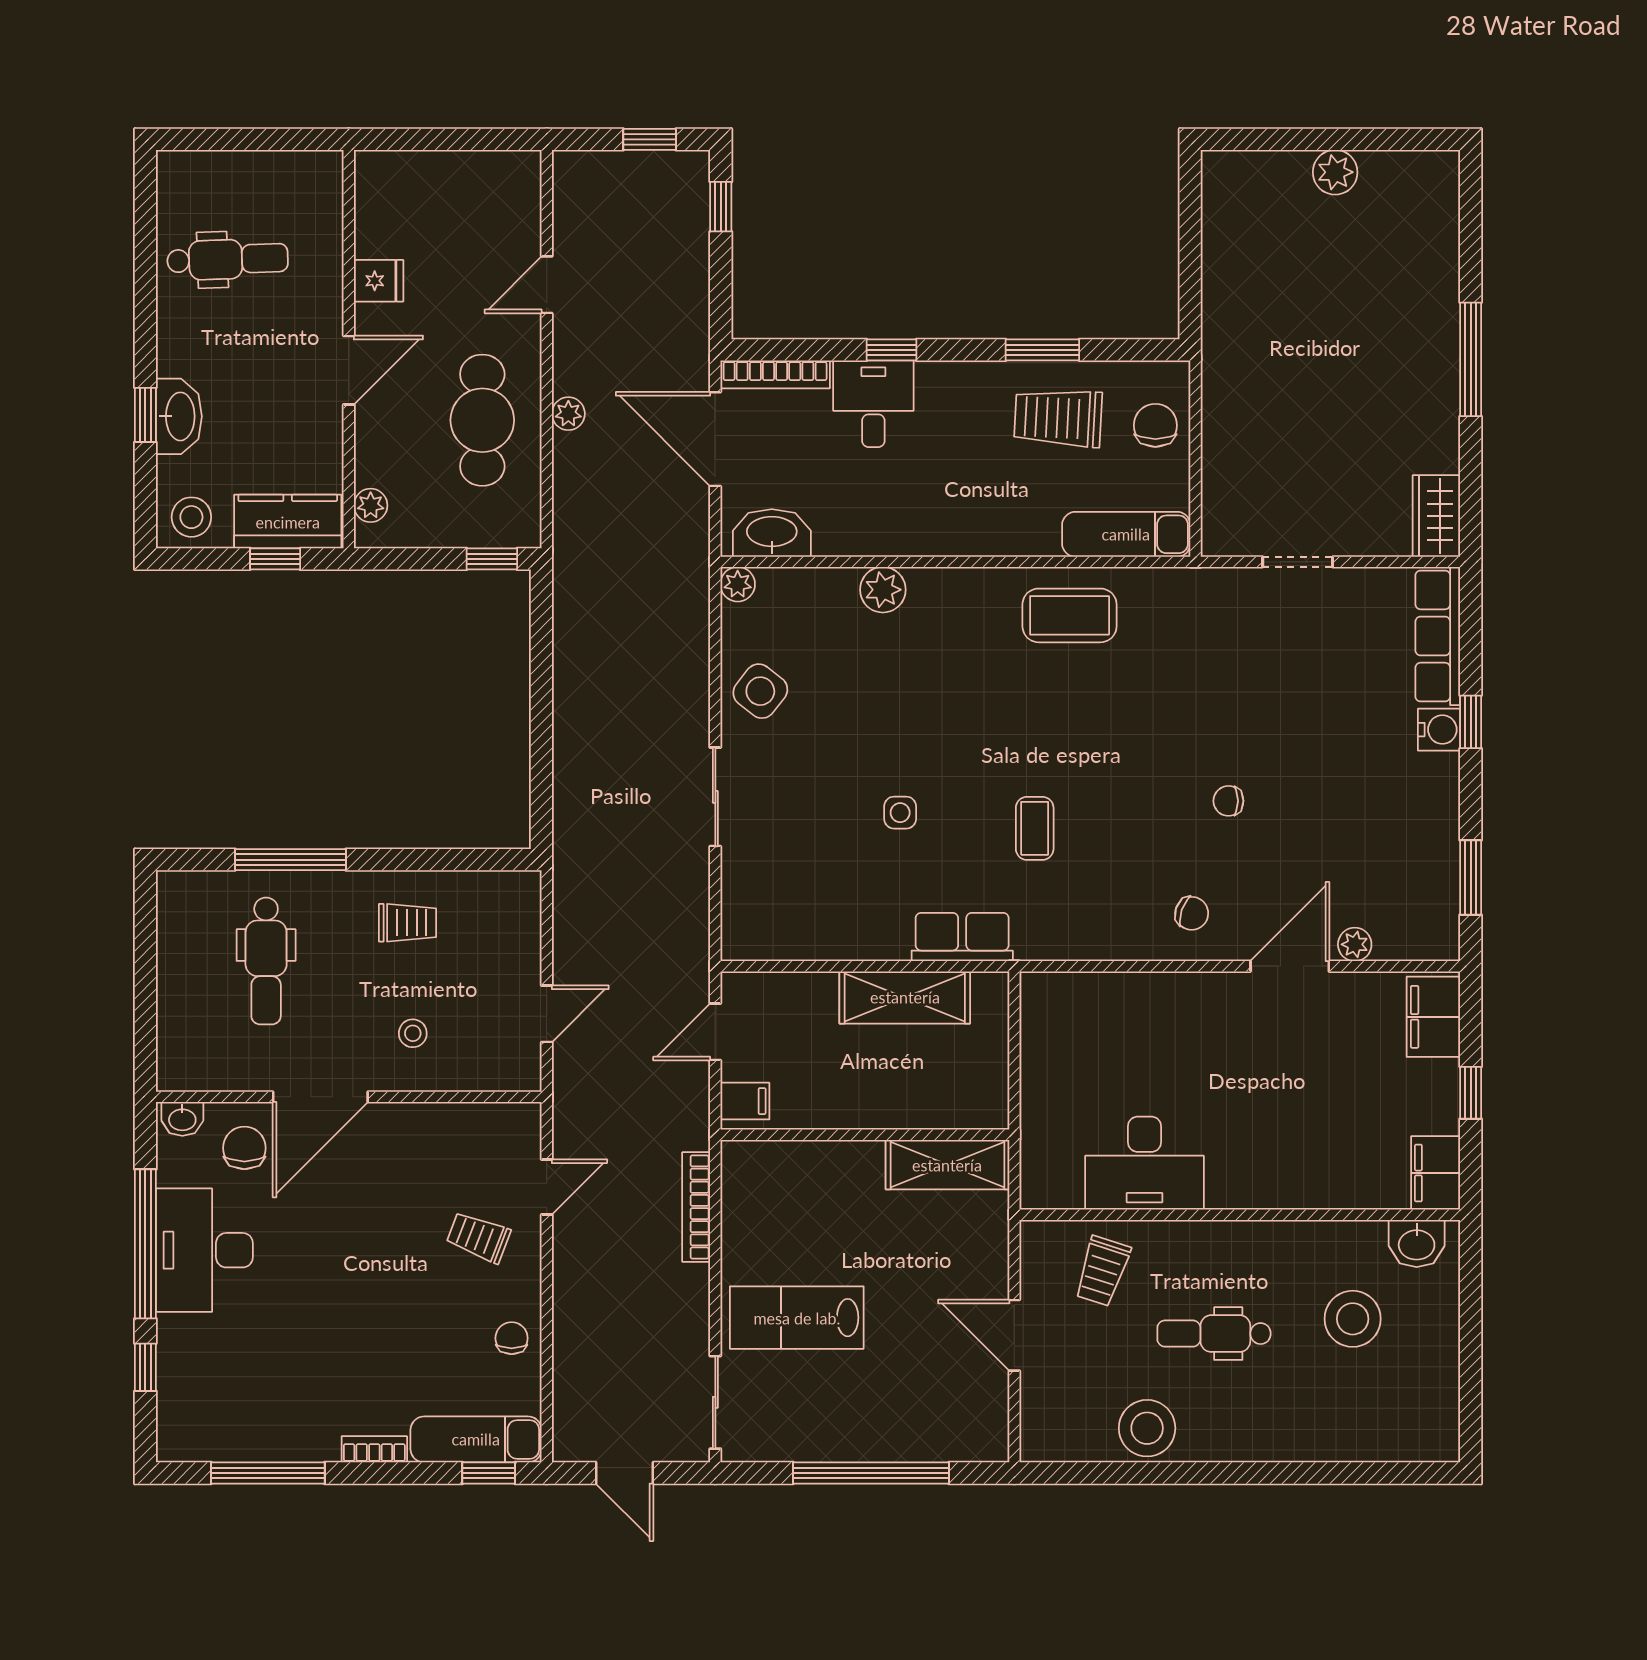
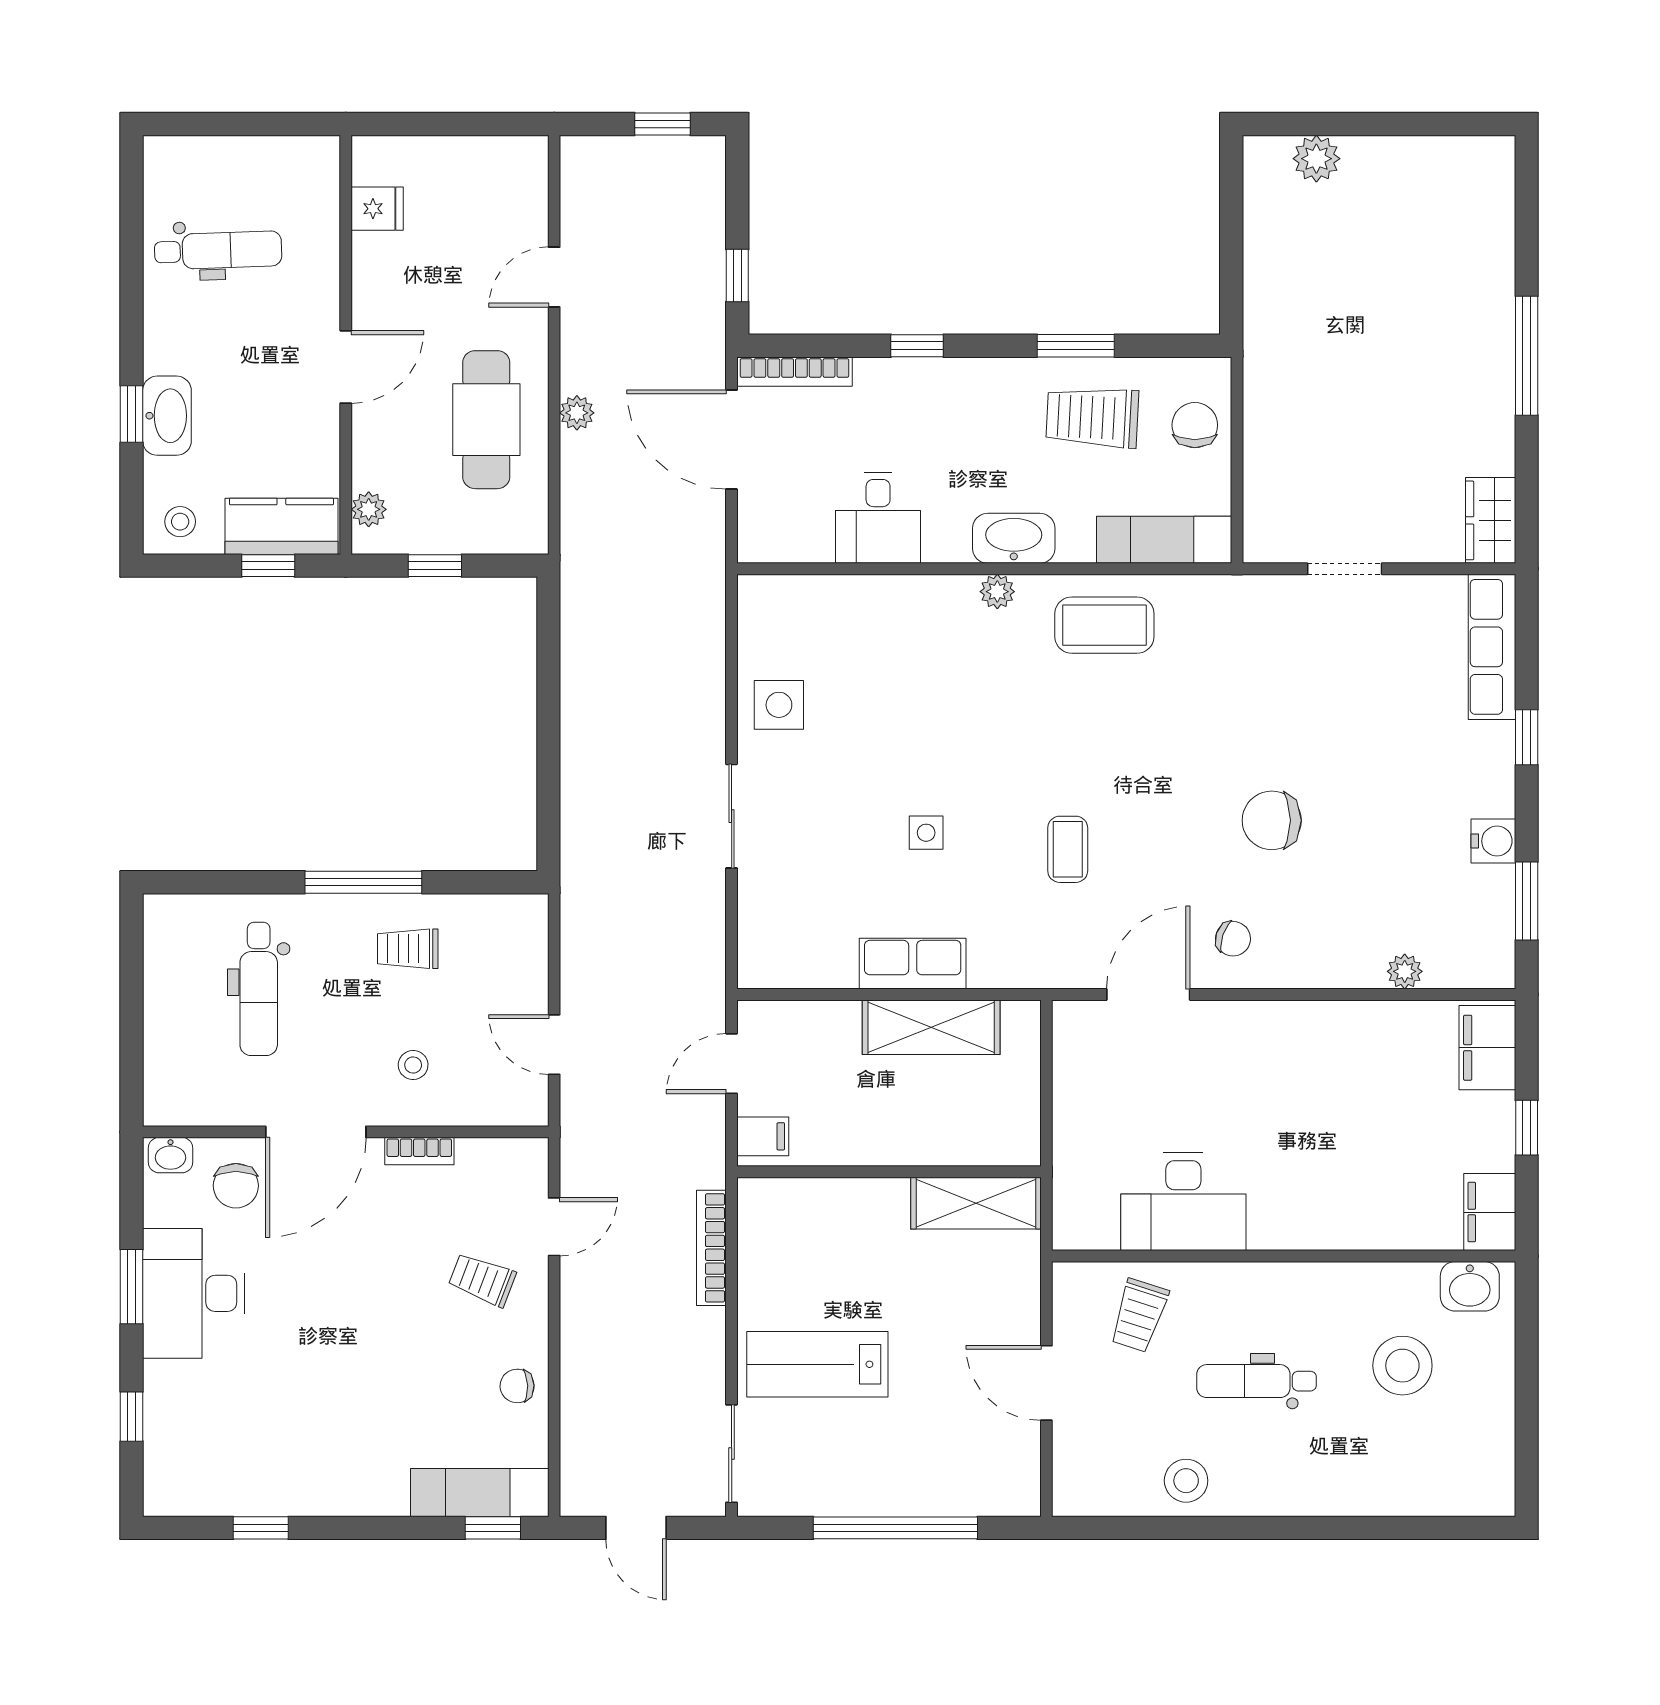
plant: (1335, 172) -> (1316, 159), moved
window: (721, 207) -> (737, 276), moved
fridge: (379, 281) -> (377, 209), moved
desk: (873, 404) -> (878, 518), moved, turned 180
stool: (191, 517) -> (180, 522), width x0.73, depth x0.73
washbasin: (772, 533) -> (1014, 538), moved
window: (492, 559) -> (435, 566), moved
plant: (738, 584) -> (755, 592), removed
plant: (883, 590) -> (997, 592), moved, width x0.73, depth x0.73
side table: (760, 691) -> (779, 705), turned -38
water cooler: (1439, 730) -> (1493, 841), moved
chair: (1228, 801) -> (1272, 820), width x1.87, depth x1.87
window: (290, 860) -> (363, 882), moved
trolley: (408, 923) -> (408, 949), turned 180
row of seats: (962, 937) -> (913, 964), moved
door: (1290, 966) -> (1148, 994), moved
door: (547, 1014) -> (554, 1045), swing flipped
chair: (244, 1148) -> (236, 1186), turned 180
window: (145, 1244) -> (132, 1287), width x0.47
chair: (512, 1338) -> (517, 1386), turned -92
stool: (1147, 1428) -> (1186, 1481), width x0.73, depth x0.73
bookcase: (374, 1449) -> (419, 1151), moved, turned 180
window: (268, 1473) -> (261, 1528), width x0.46

